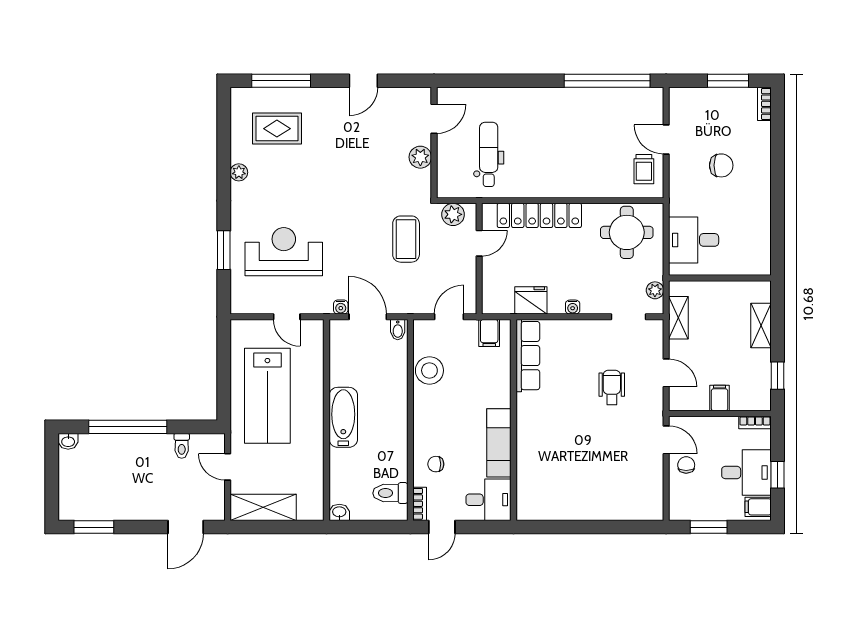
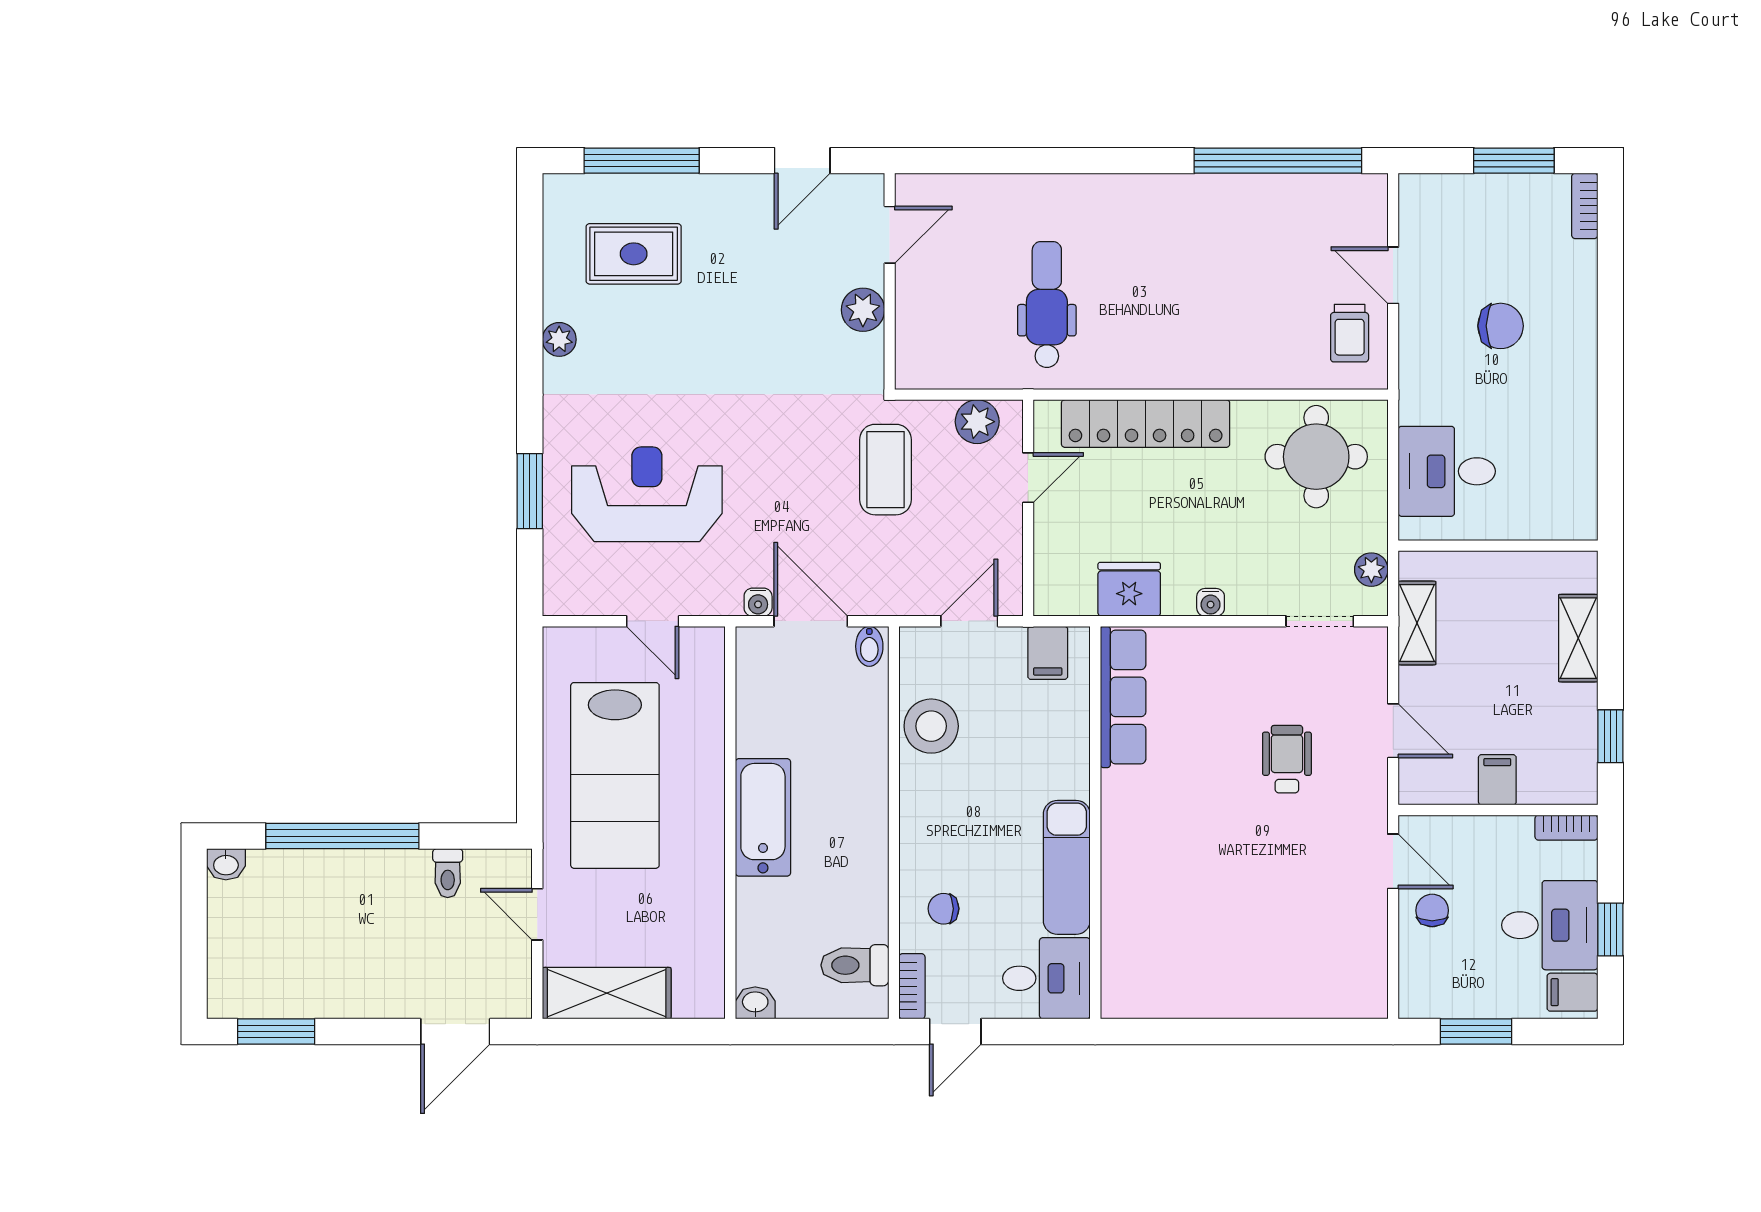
door: (434, 119) -> (890, 235), moved
wall: (434, 143) -> (890, 281), moved
plant: (420, 157) -> (863, 310), moved

